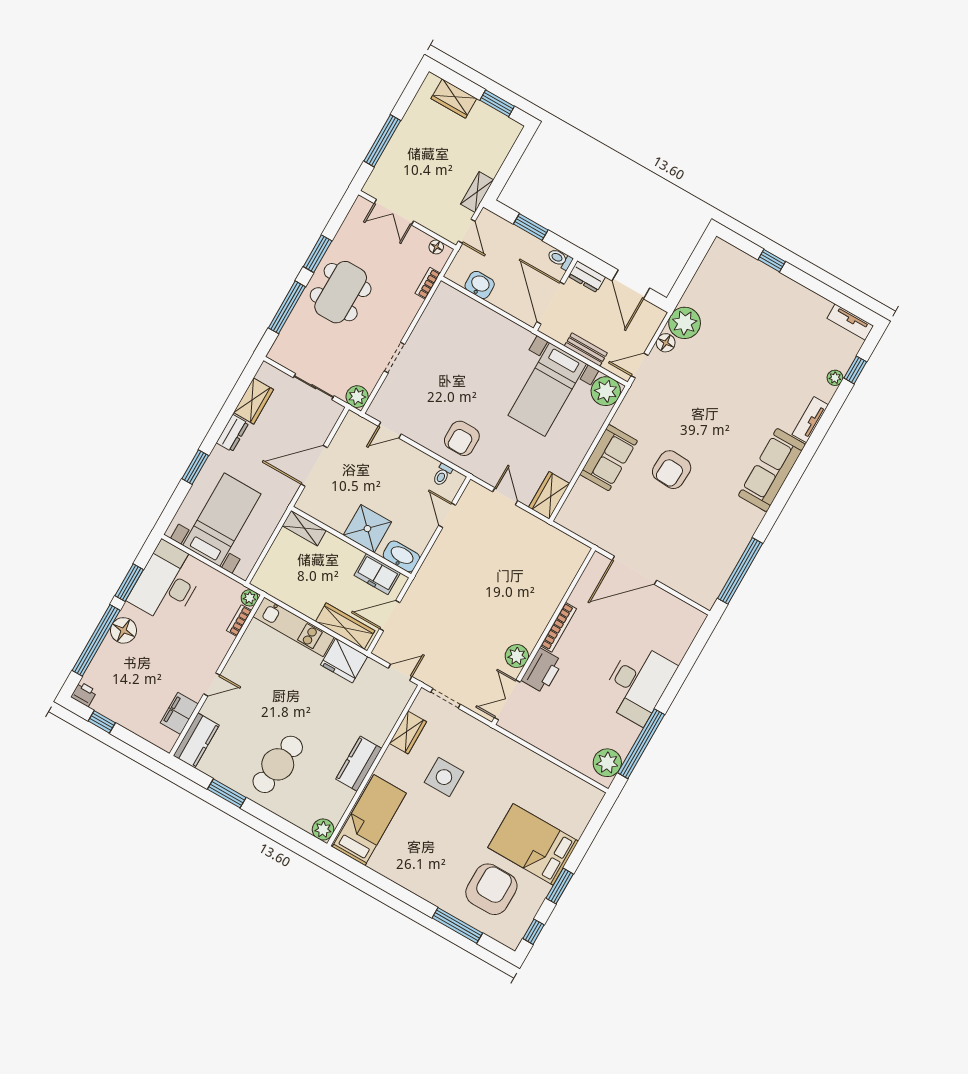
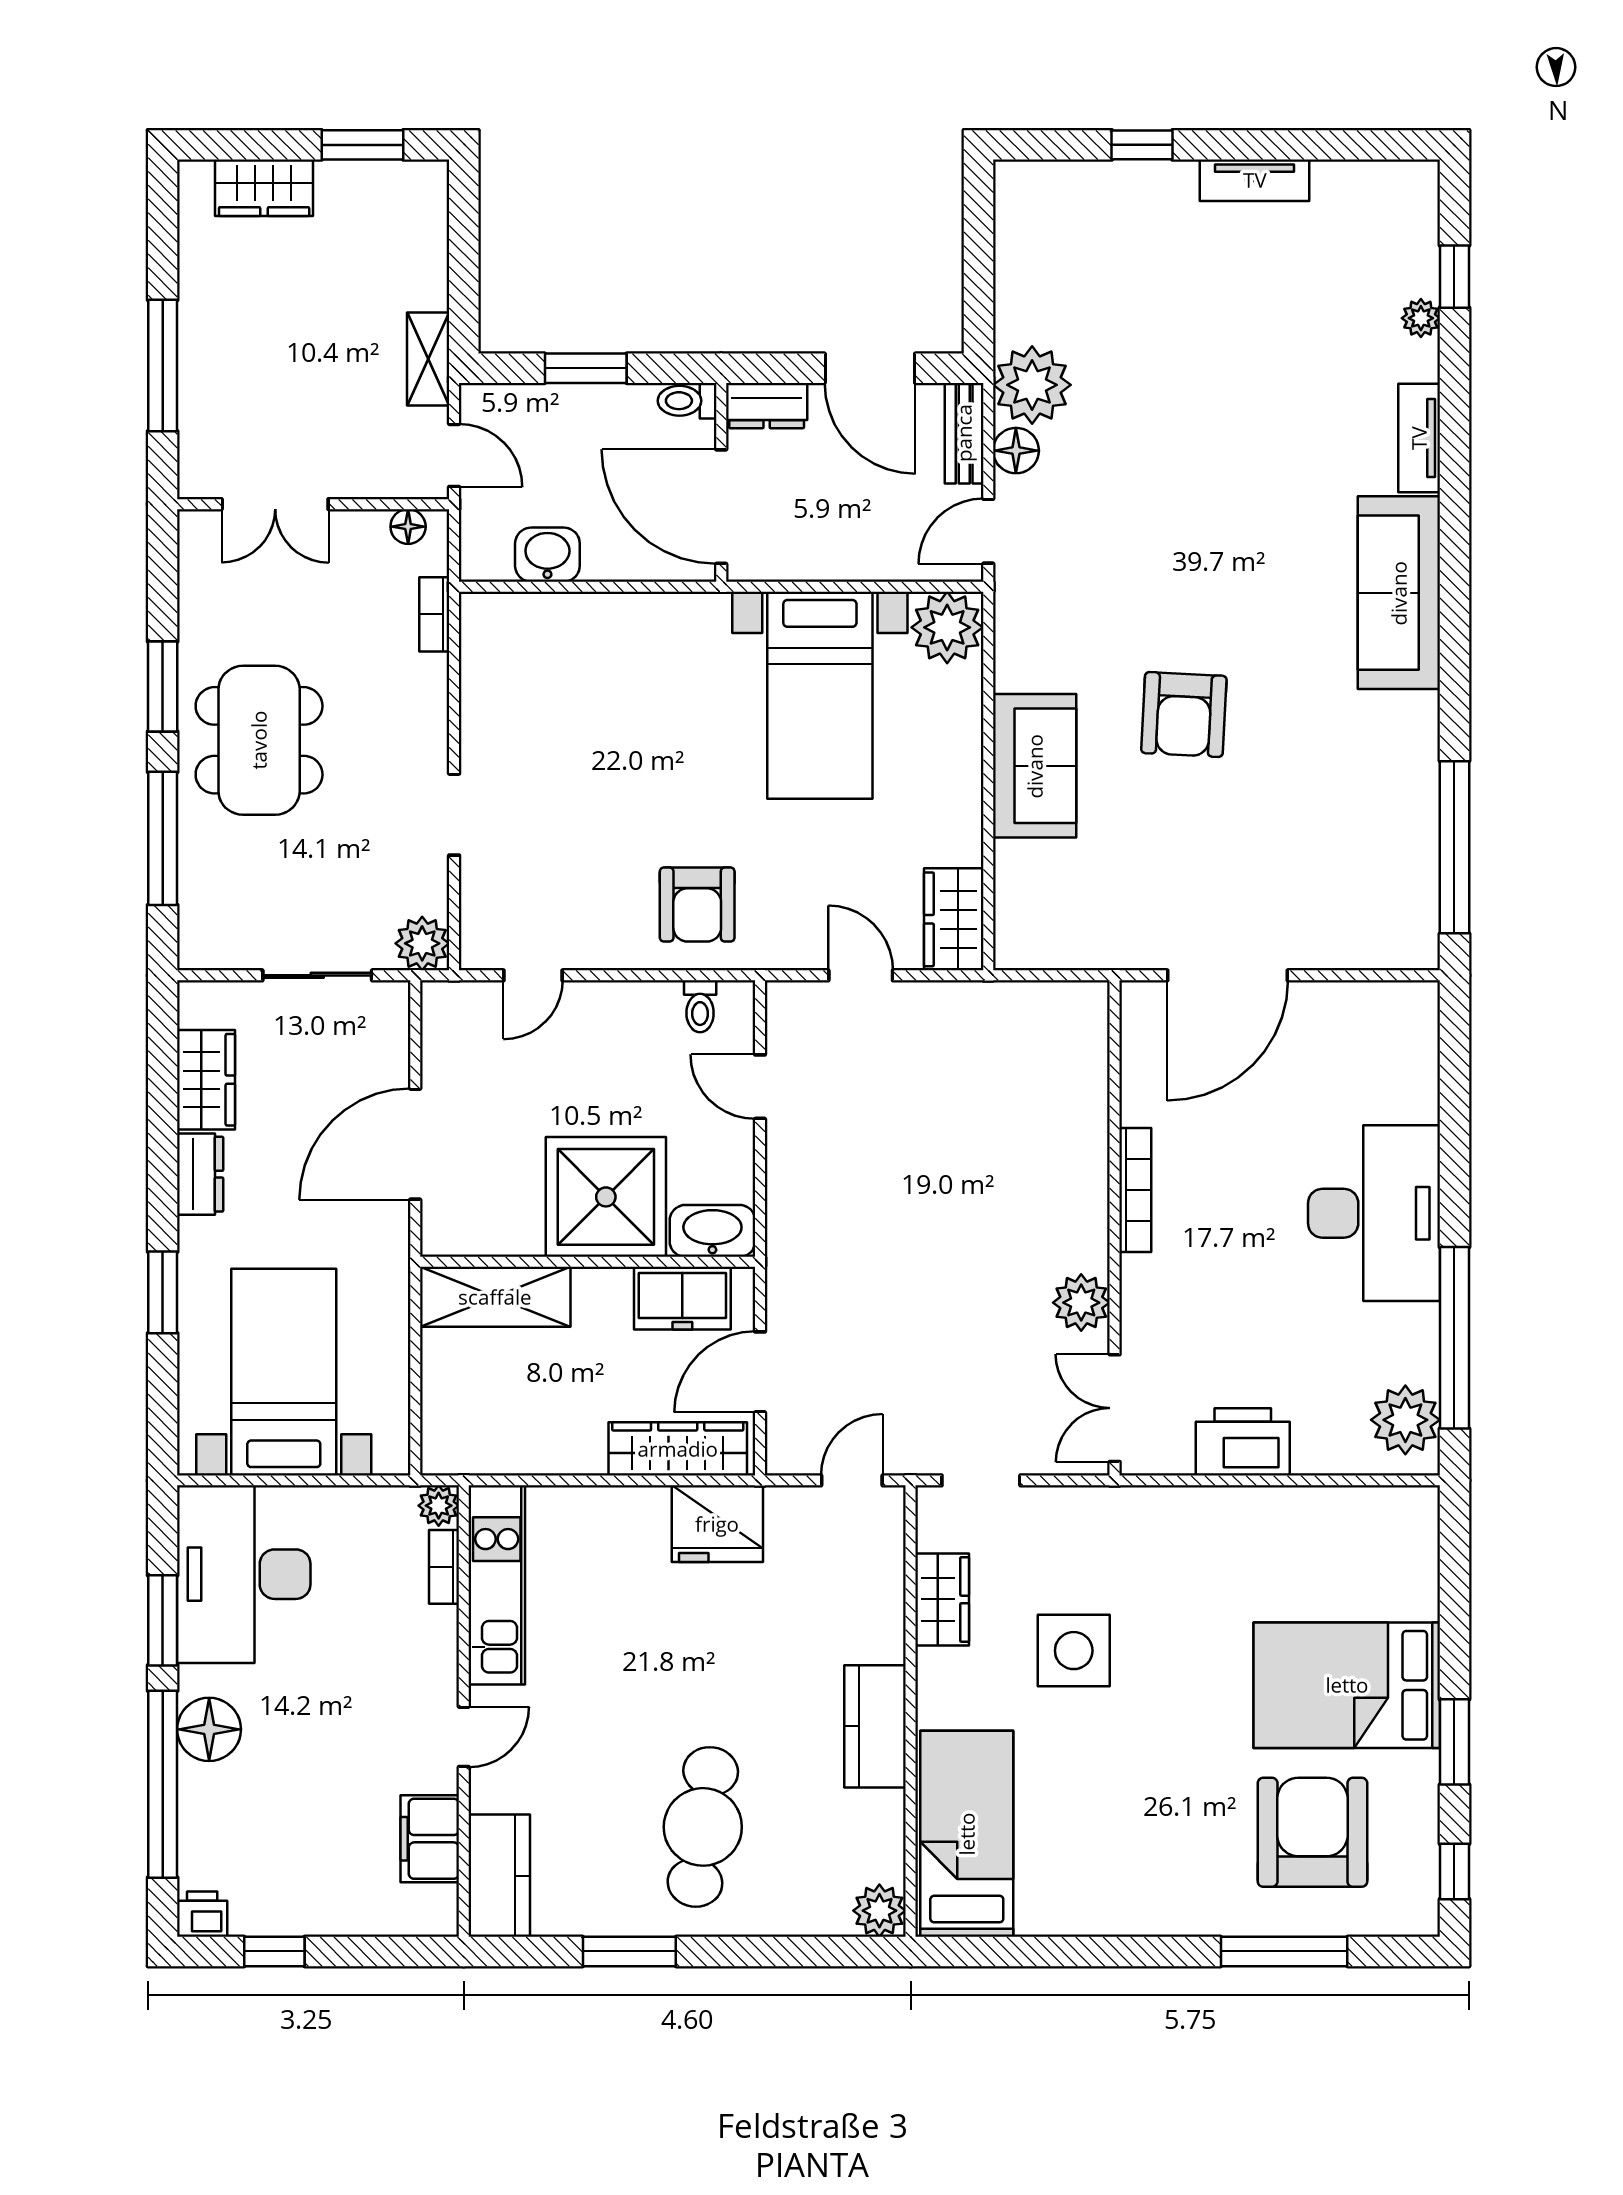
tv unit: (850, 322) -> (1255, 180), moved
bench: (586, 350) -> (964, 433), moved, turned 90
shelving: (304, 528) -> (495, 1297), width x1.50, depth x1.33
shower: (367, 529) -> (606, 1197), width x1.37, depth x1.37
kitchen unit: (294, 627) -> (497, 1585), moved, turned -90
printer: (542, 671) -> (1243, 1442), moved, turned -90

